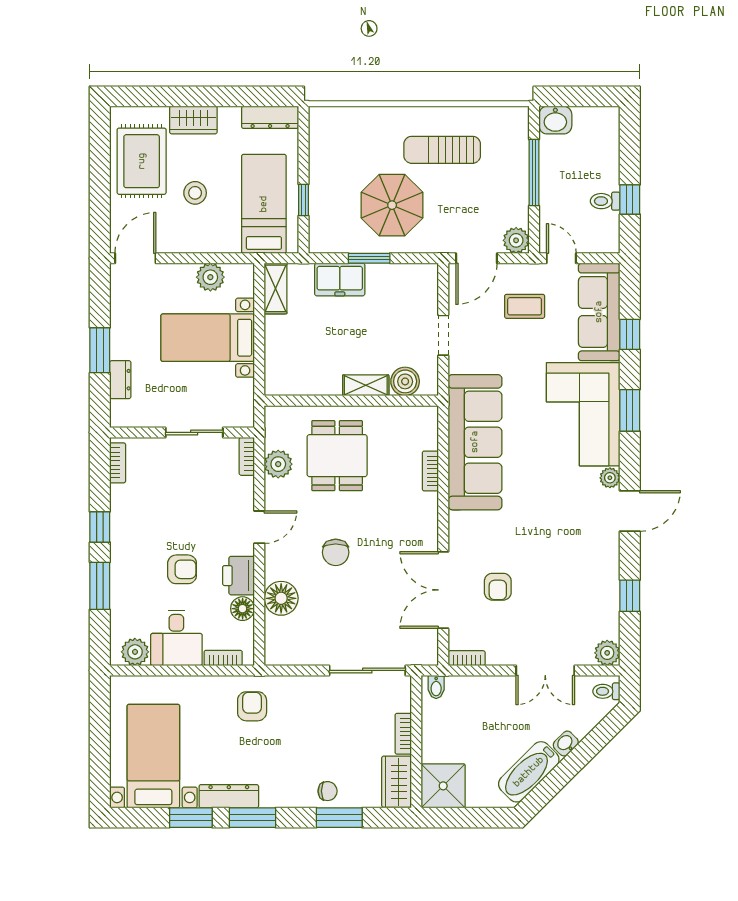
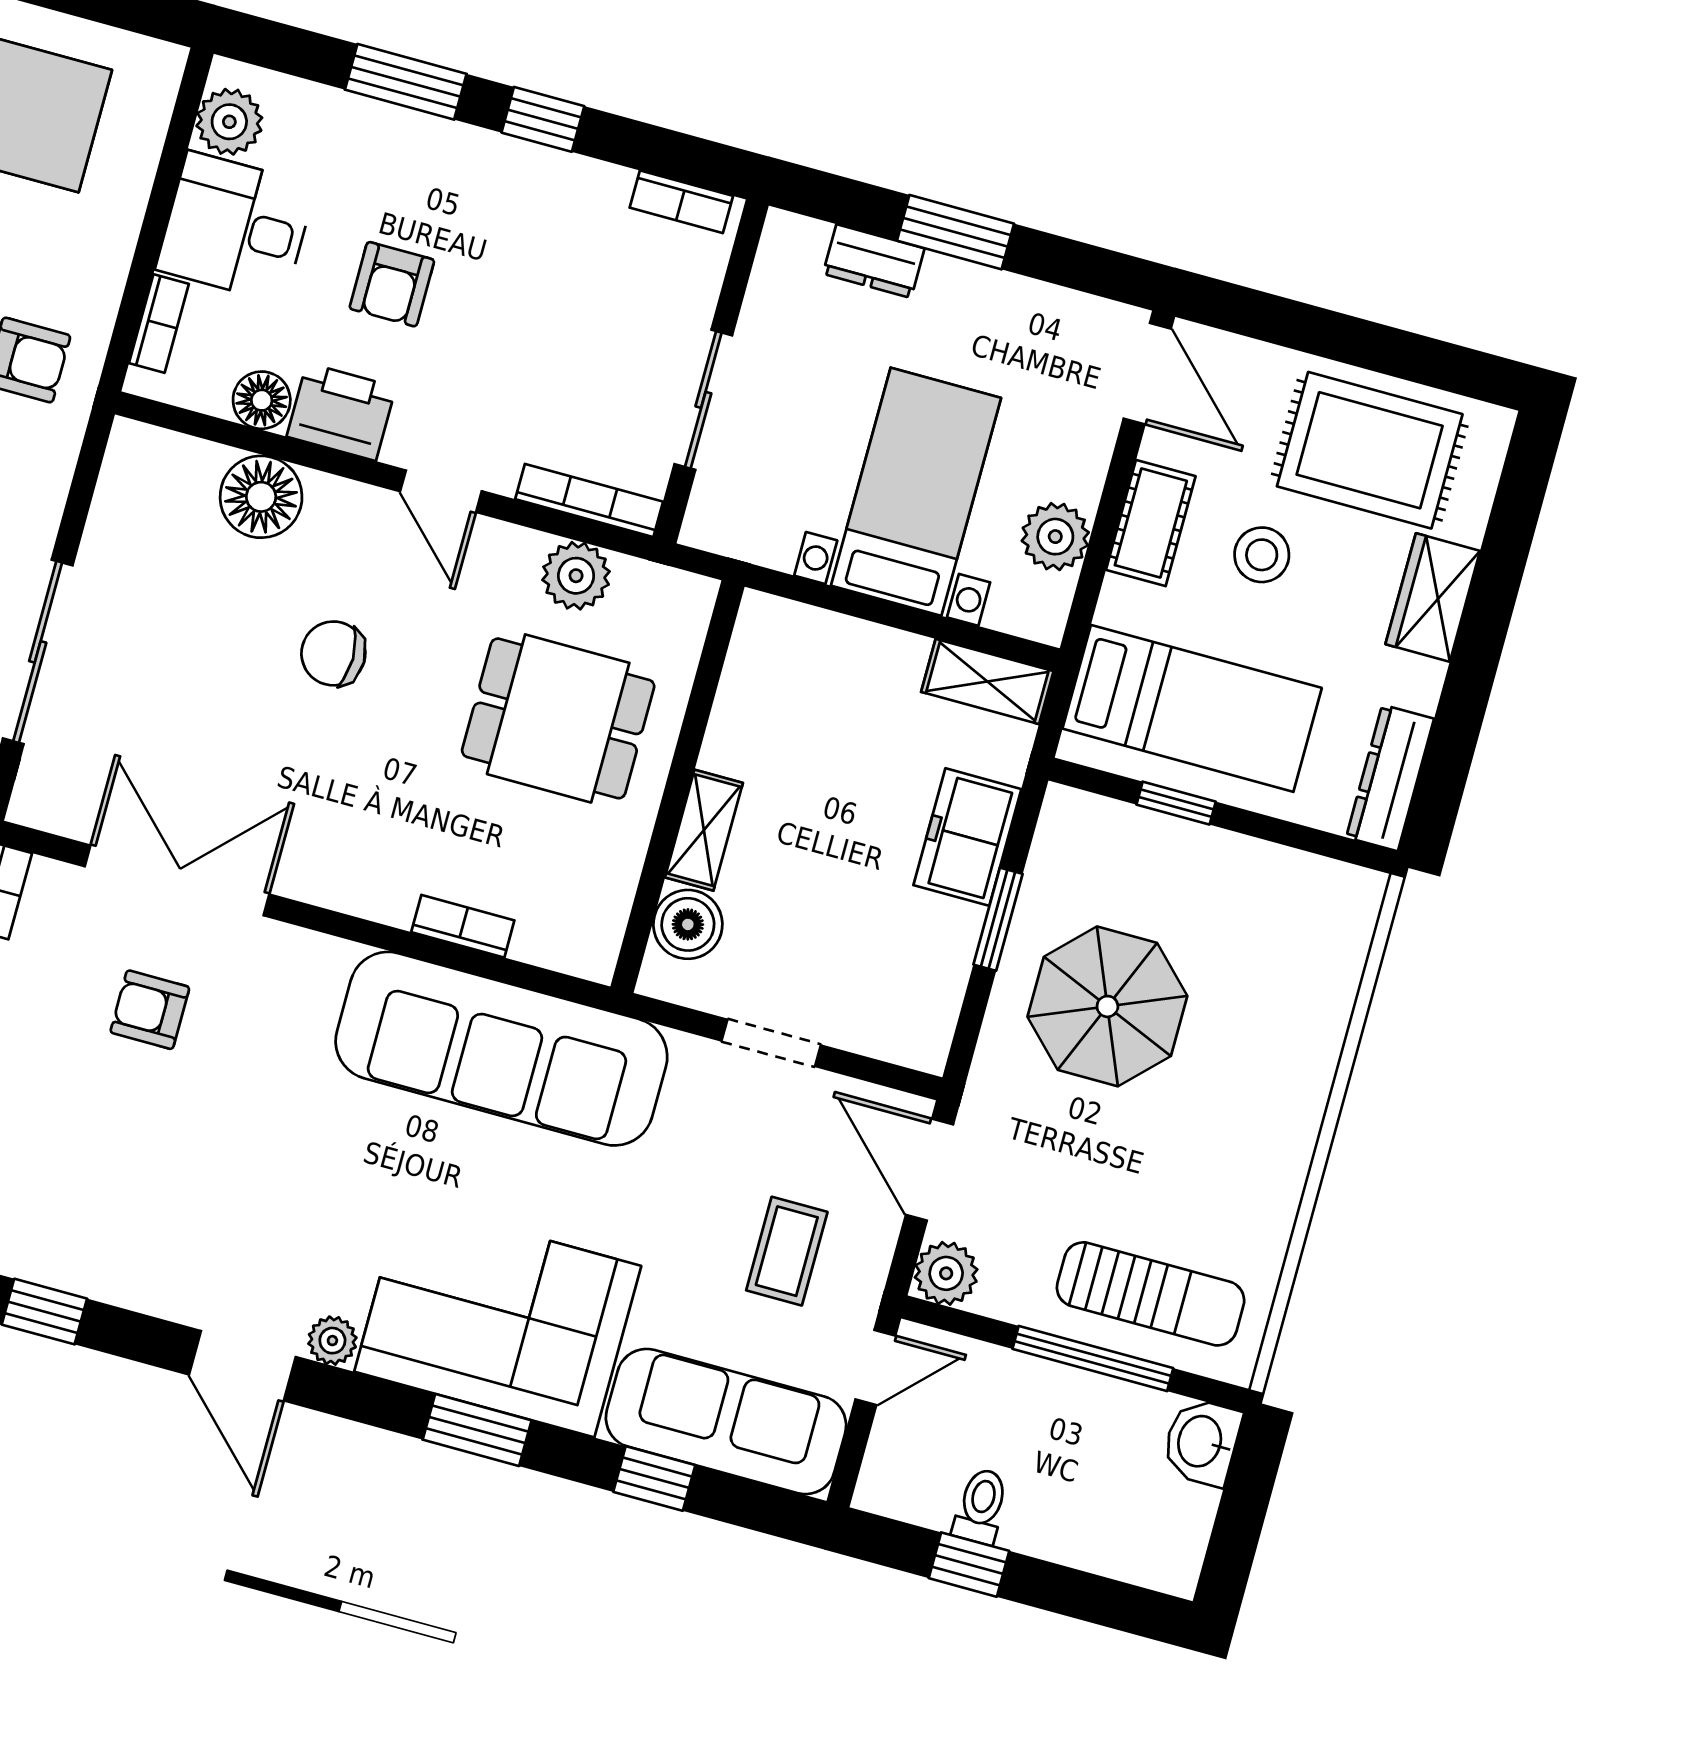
sun lounger: (442, 150) -> (1151, 1294), moved, turned 90
cot: (194, 241) -> (1151, 523), added
bookcase: (247, 456) -> (589, 500), width x1.56

